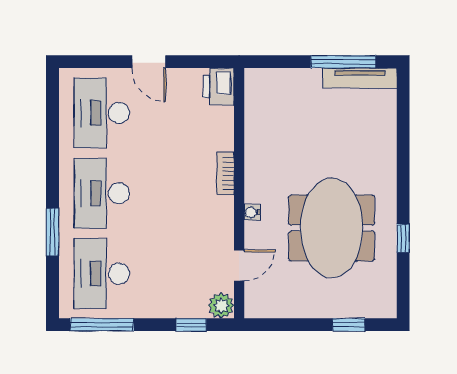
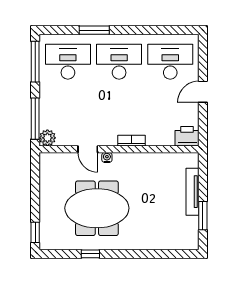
window: (343, 62) -> (203, 216), width x0.69
tv unit: (360, 78) -> (193, 192), moved
door: (239, 265) -> (88, 149), moved
window: (191, 325) -> (35, 119), width x2.17
window: (349, 325) -> (35, 232), moved

